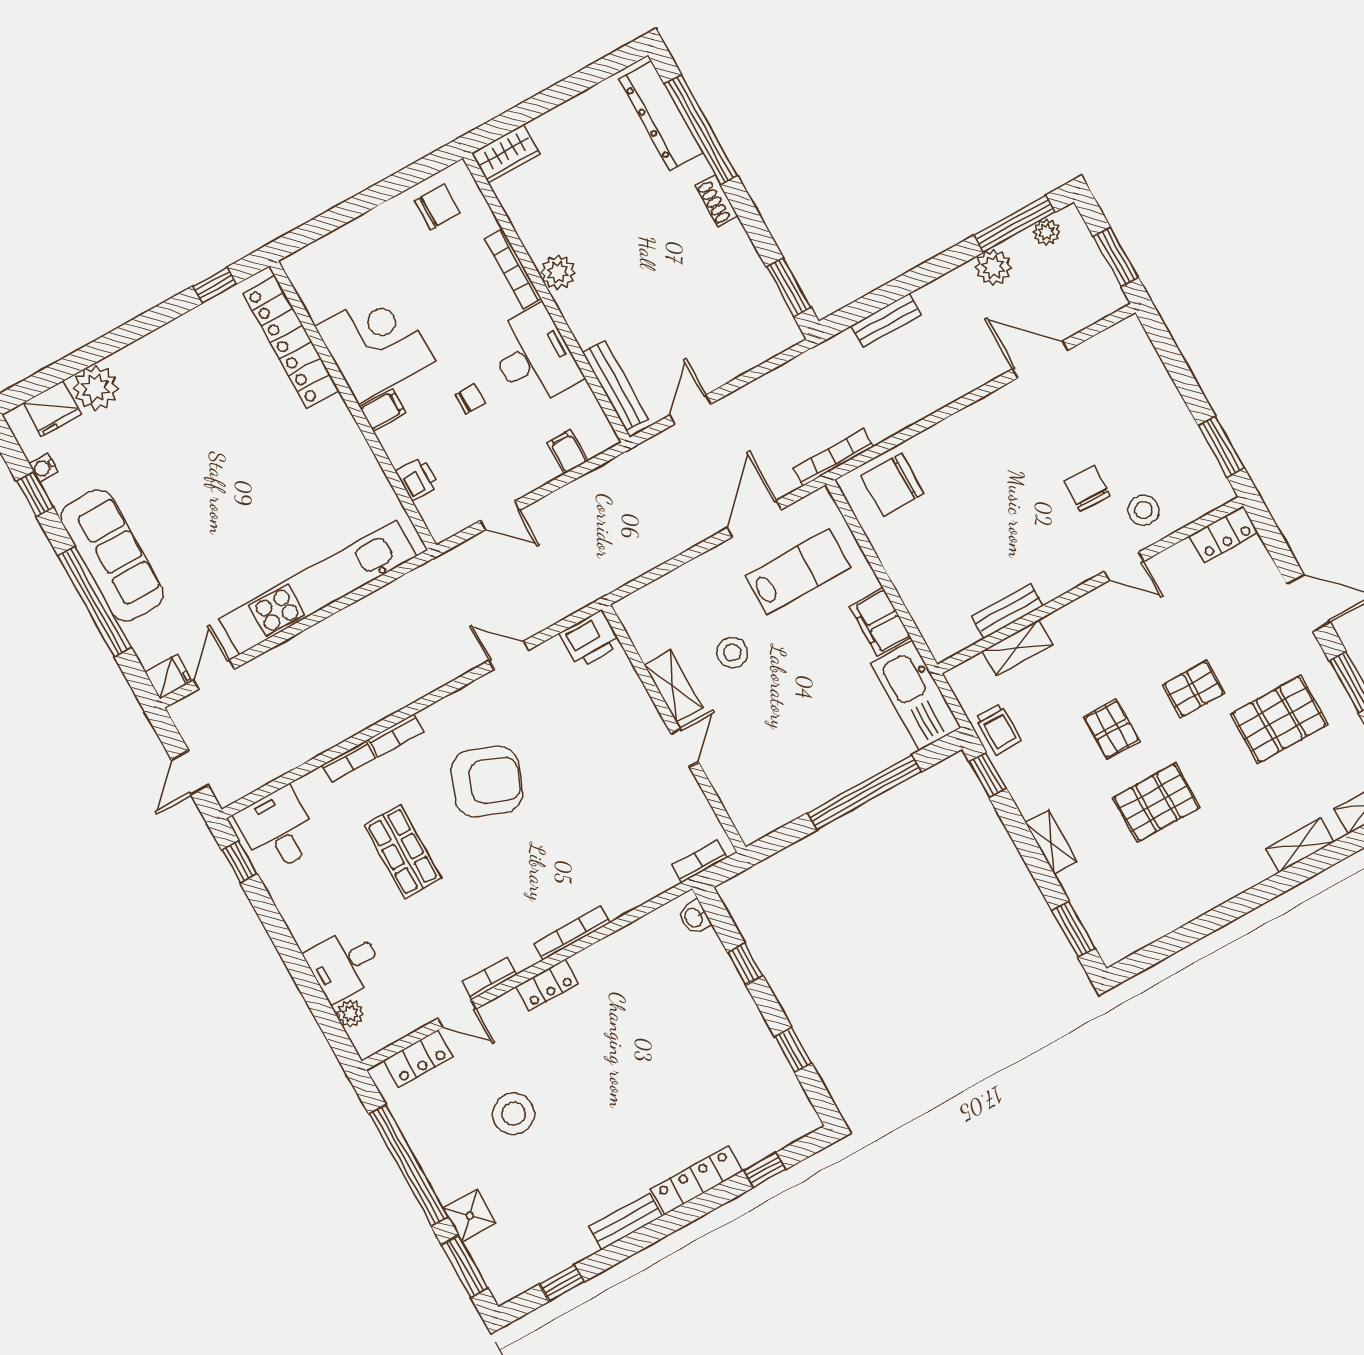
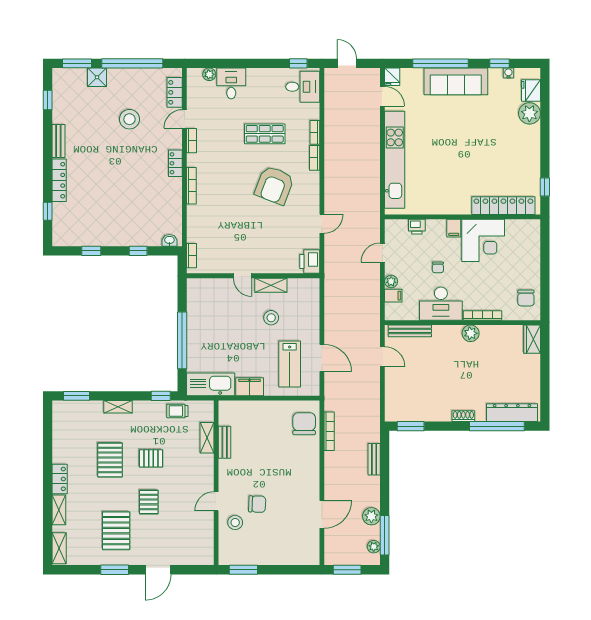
bookcase: (833, 458) -> (329, 431), moved
plant: (544, 470) -> (391, 281), added
locker: (1224, 534) -> (60, 479), moved, turned 180

